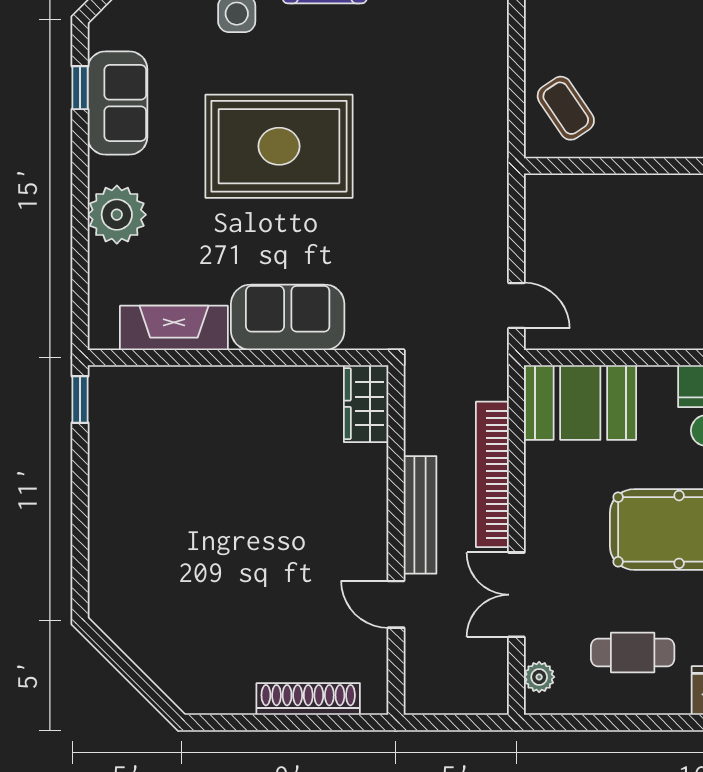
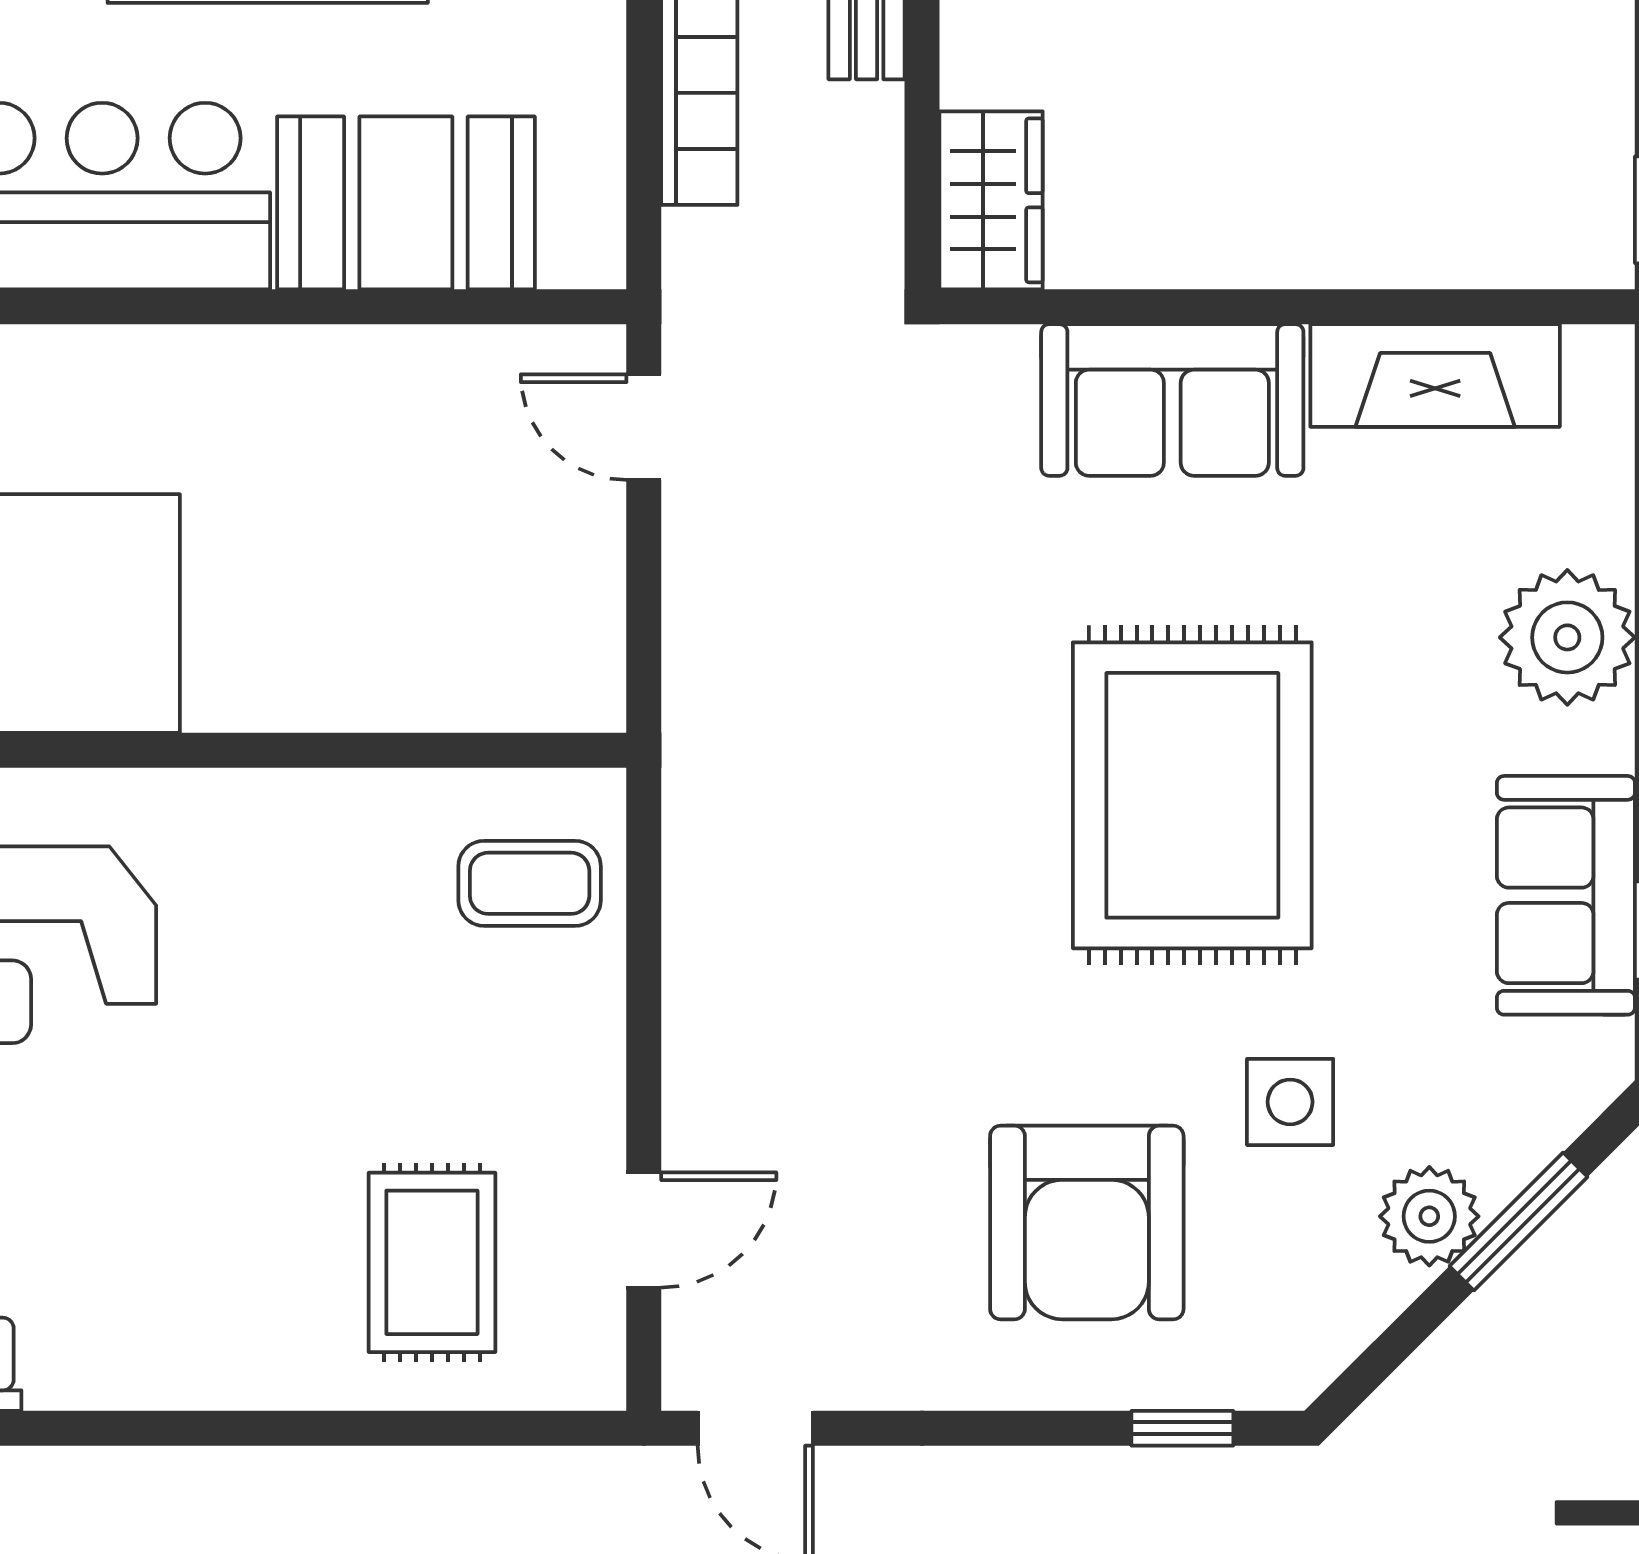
coffee table: (566, 108) -> (530, 883), turned -56
rug: (279, 146) -> (1192, 795), turned 90
booth: (580, 403) -> (406, 203), moved

